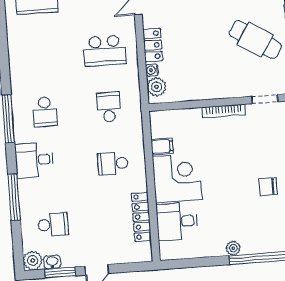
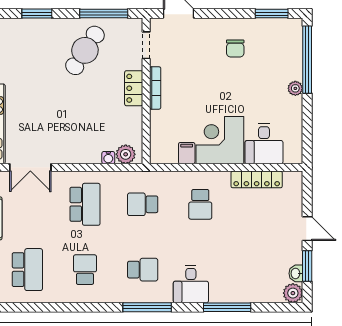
locker: (153, 45) -> (134, 88), moved, turned -90
school desk: (53, 225) -> (85, 270), moved

